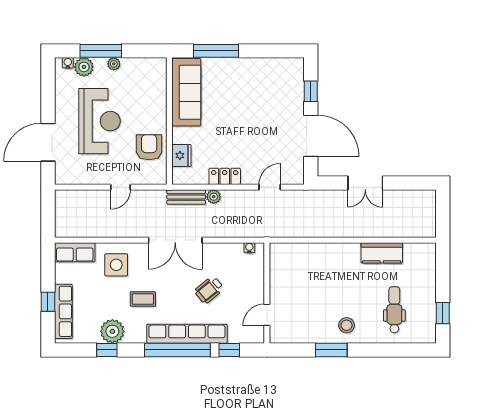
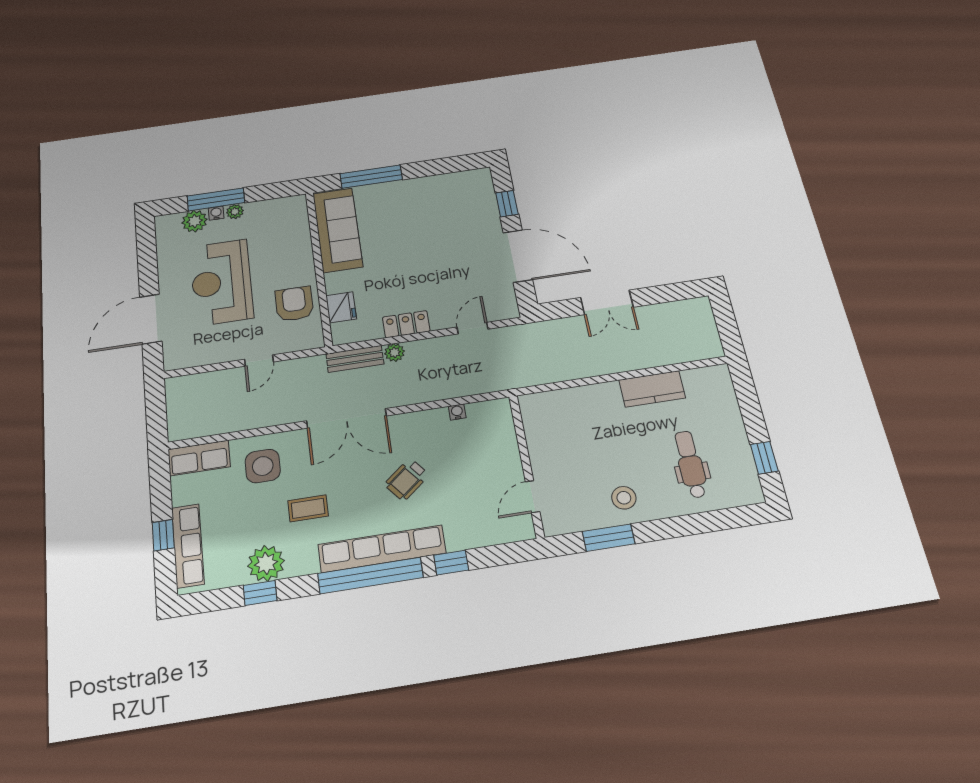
water cooler: (68, 63) -> (216, 213), moved
reception desk: (100, 121) -> (221, 282), turned 180
wall: (267, 293) -> (526, 465), moved
door: (267, 315) -> (533, 497), moved

